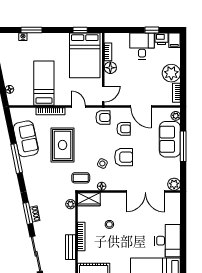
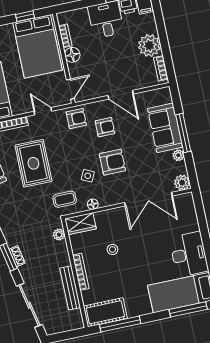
plant: (176, 116) -> (178, 155), moved
bench: (70, 247) -> (70, 288), width x1.36

